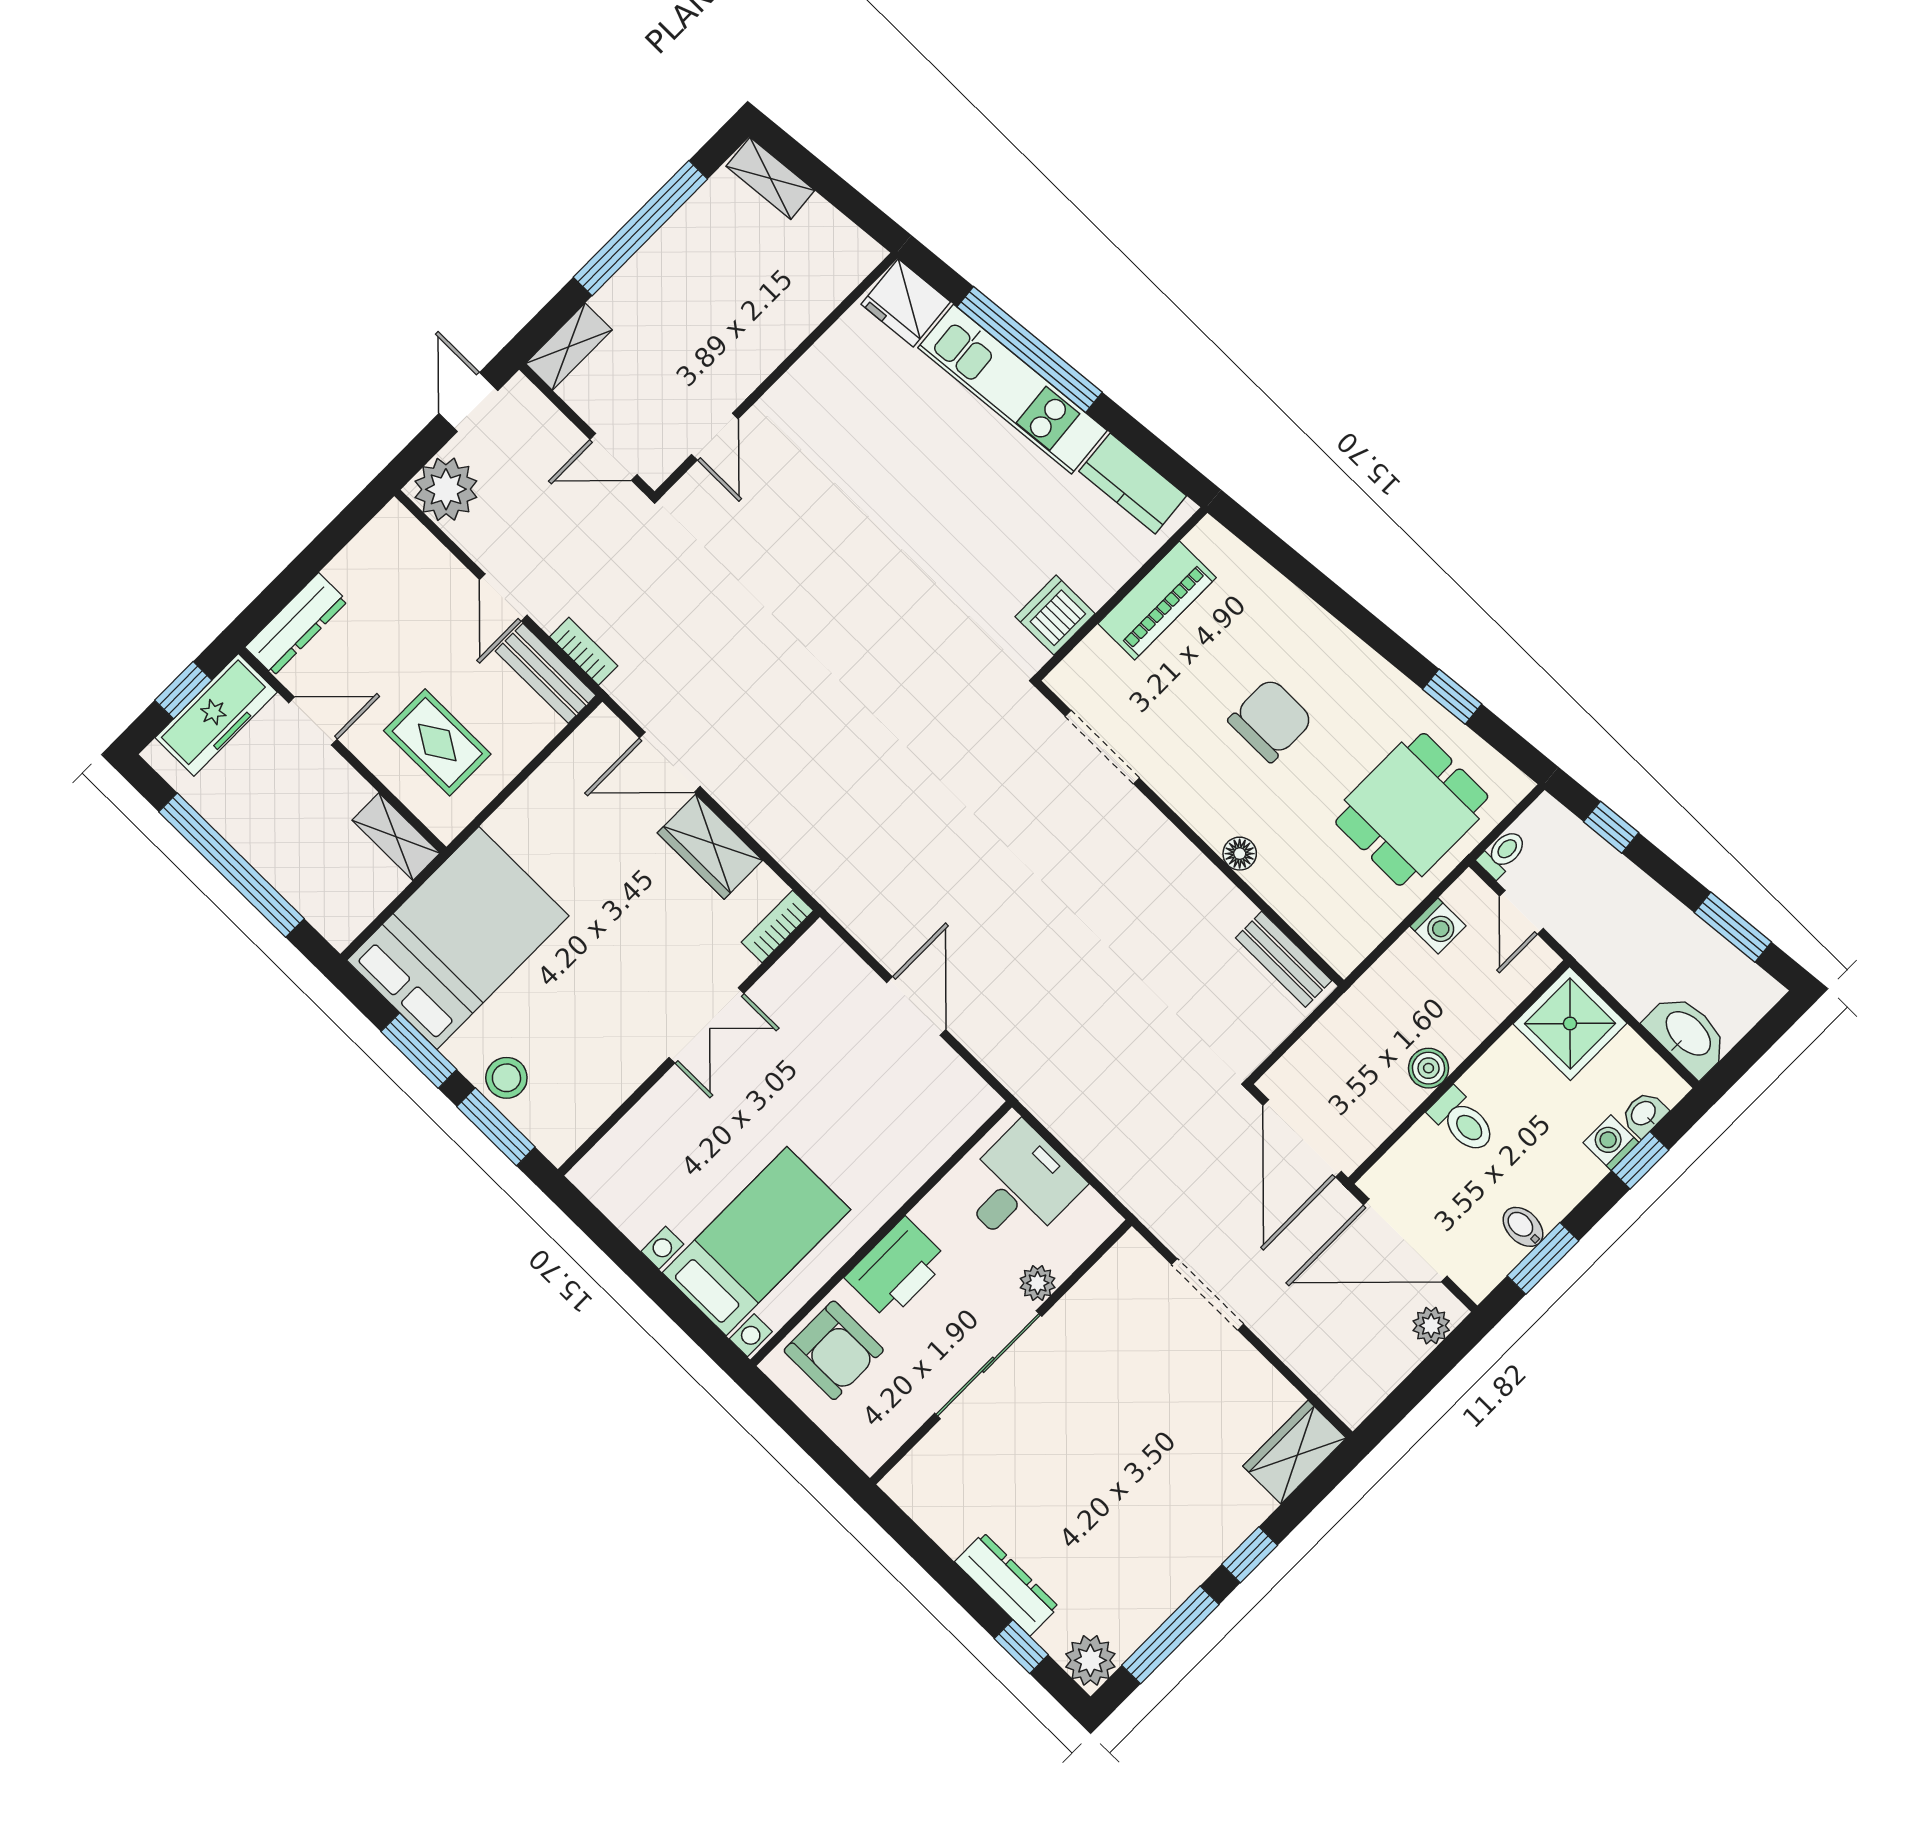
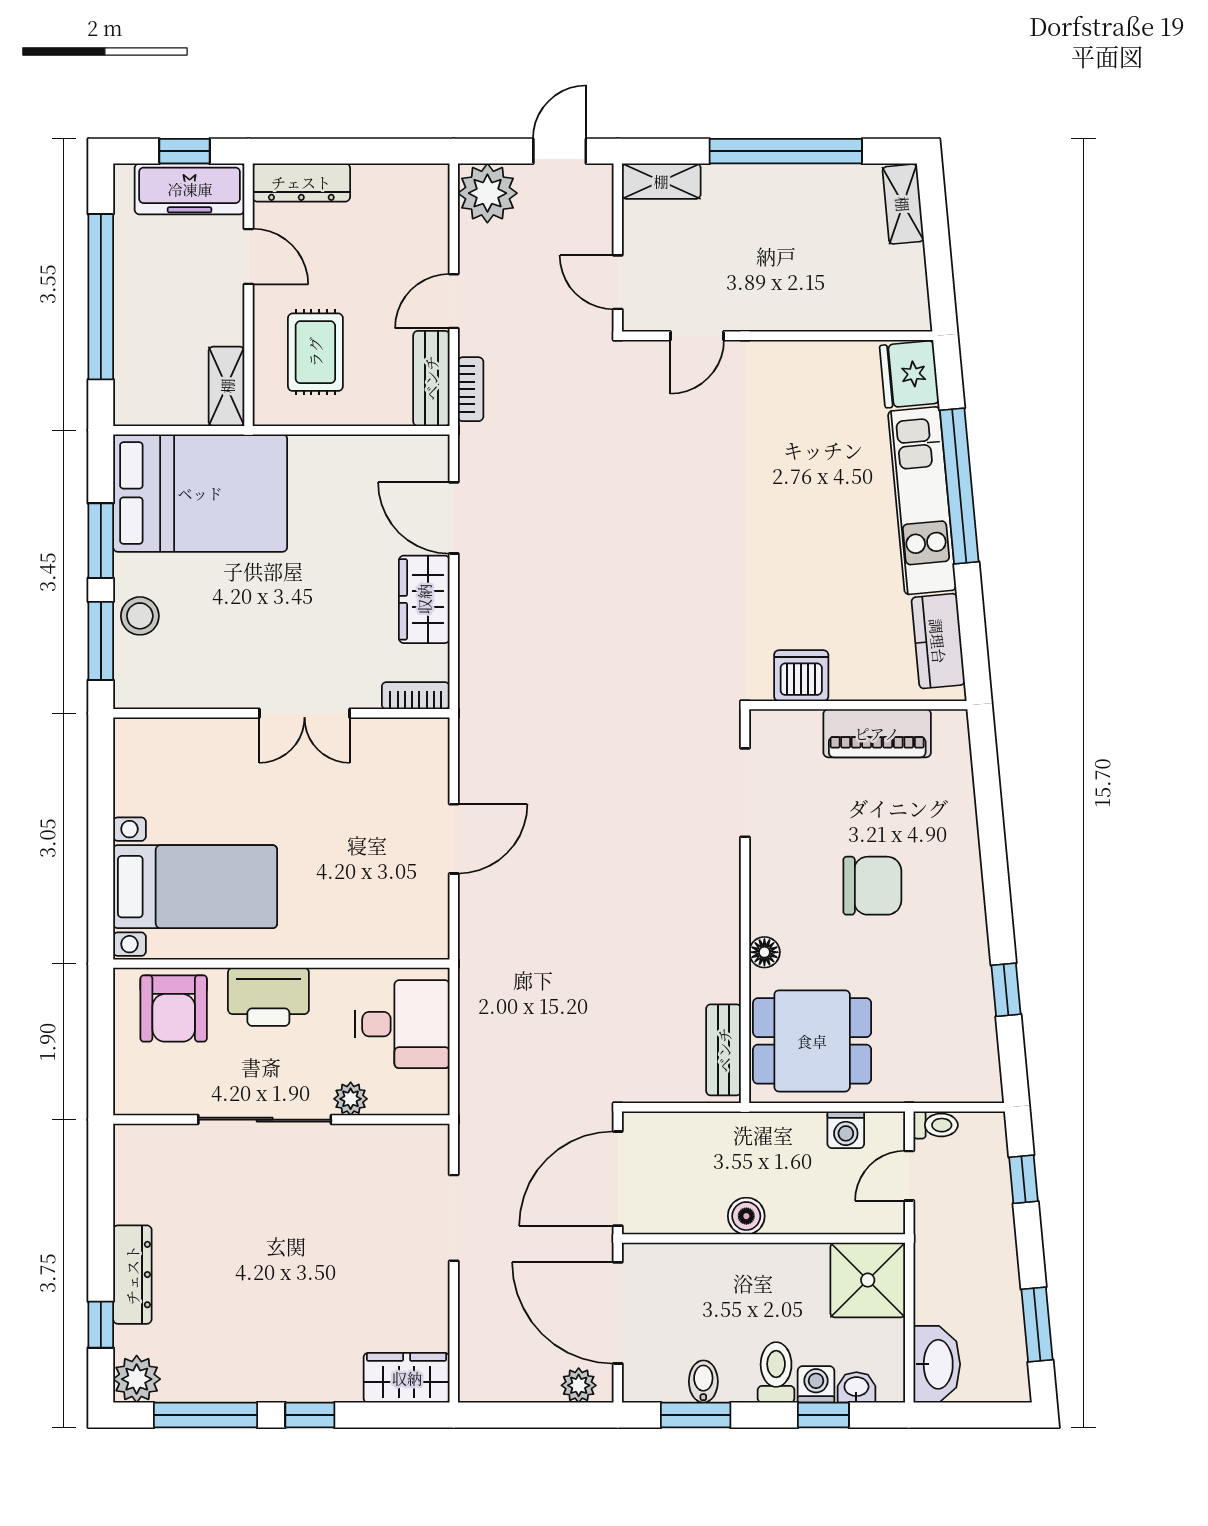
dining table: (1412, 809) -> (812, 1041), moved
toilet: (1463, 1121) -> (776, 1372), moved, turned 180

